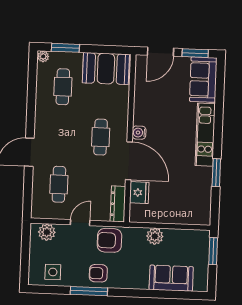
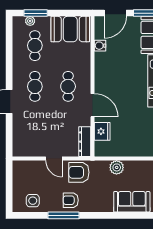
plant: (43, 56) -> (30, 21), moved
water cooler: (139, 133) -> (100, 46), moved
door: (129, 161) -> (93, 105), width x0.73
cafe table: (59, 184) -> (35, 86), moved
door: (80, 223) -> (54, 158), swing flipped
plant: (47, 232) -> (26, 168), removed

